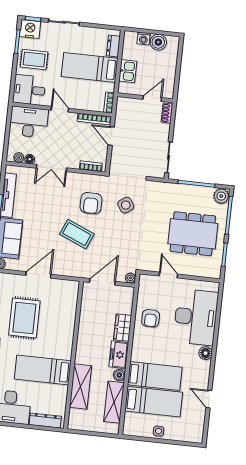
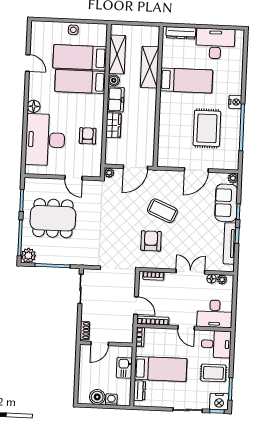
side table: (126, 205) -> (118, 241), removed

